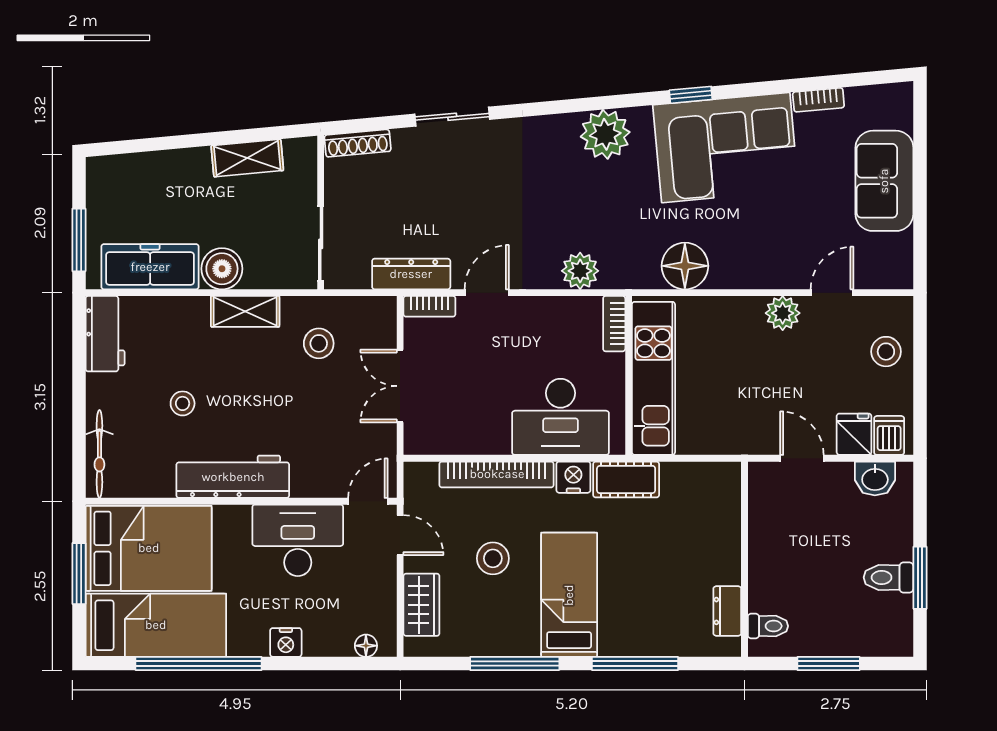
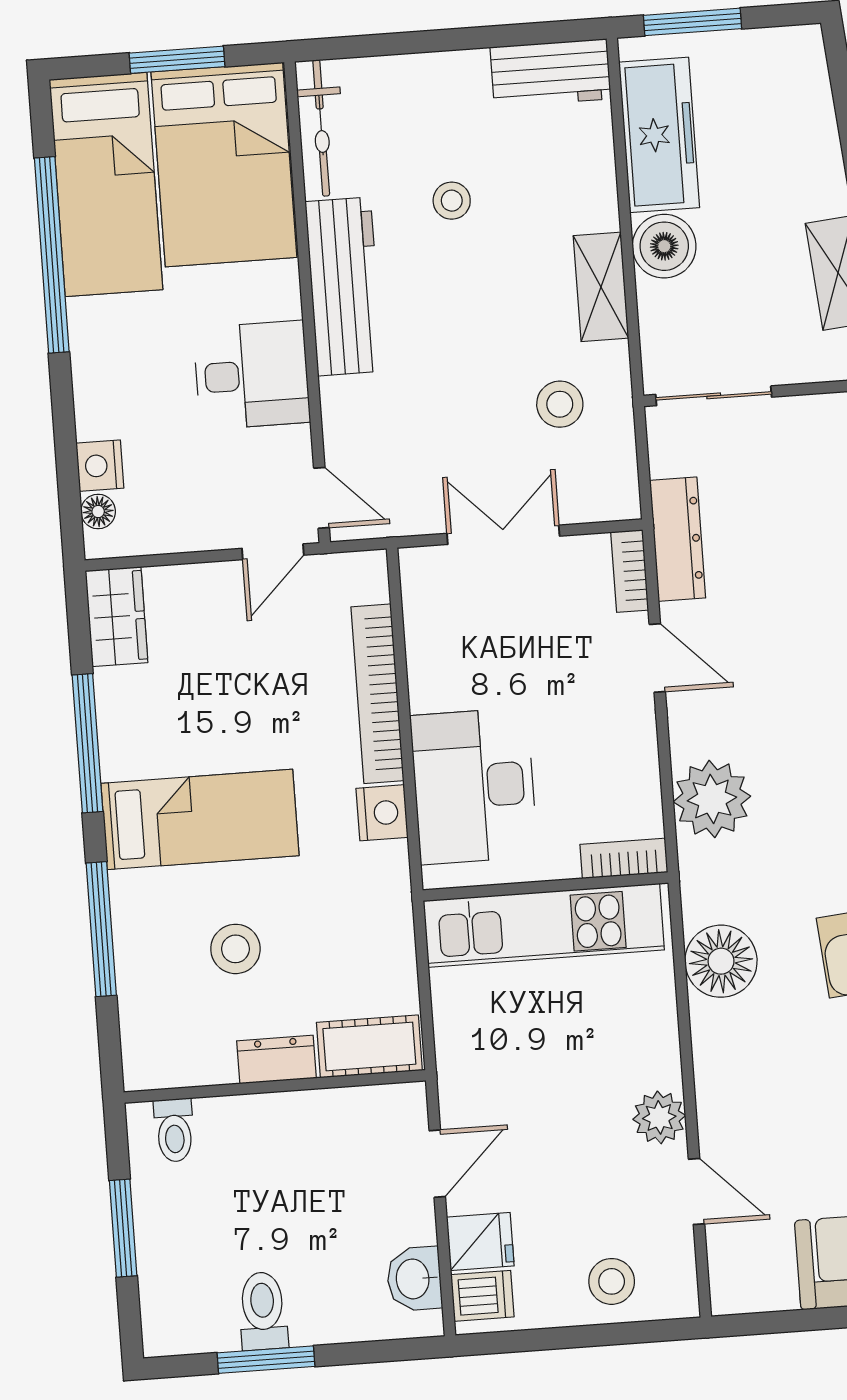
plant: (580, 271) -> (712, 799), width x1.36, depth x1.36
bicycle: (99, 454) -> (321, 128), moved, turned -90
cot: (626, 479) -> (369, 1046), moved, turned 90
desk: (298, 540) -> (252, 375), width x0.73
stool: (493, 558) -> (235, 949), moved
wardrobe: (421, 605) -> (117, 617), moved, turned -90
dresser: (727, 611) -> (276, 1060), moved
nightstand: (286, 642) -> (100, 466), moved

